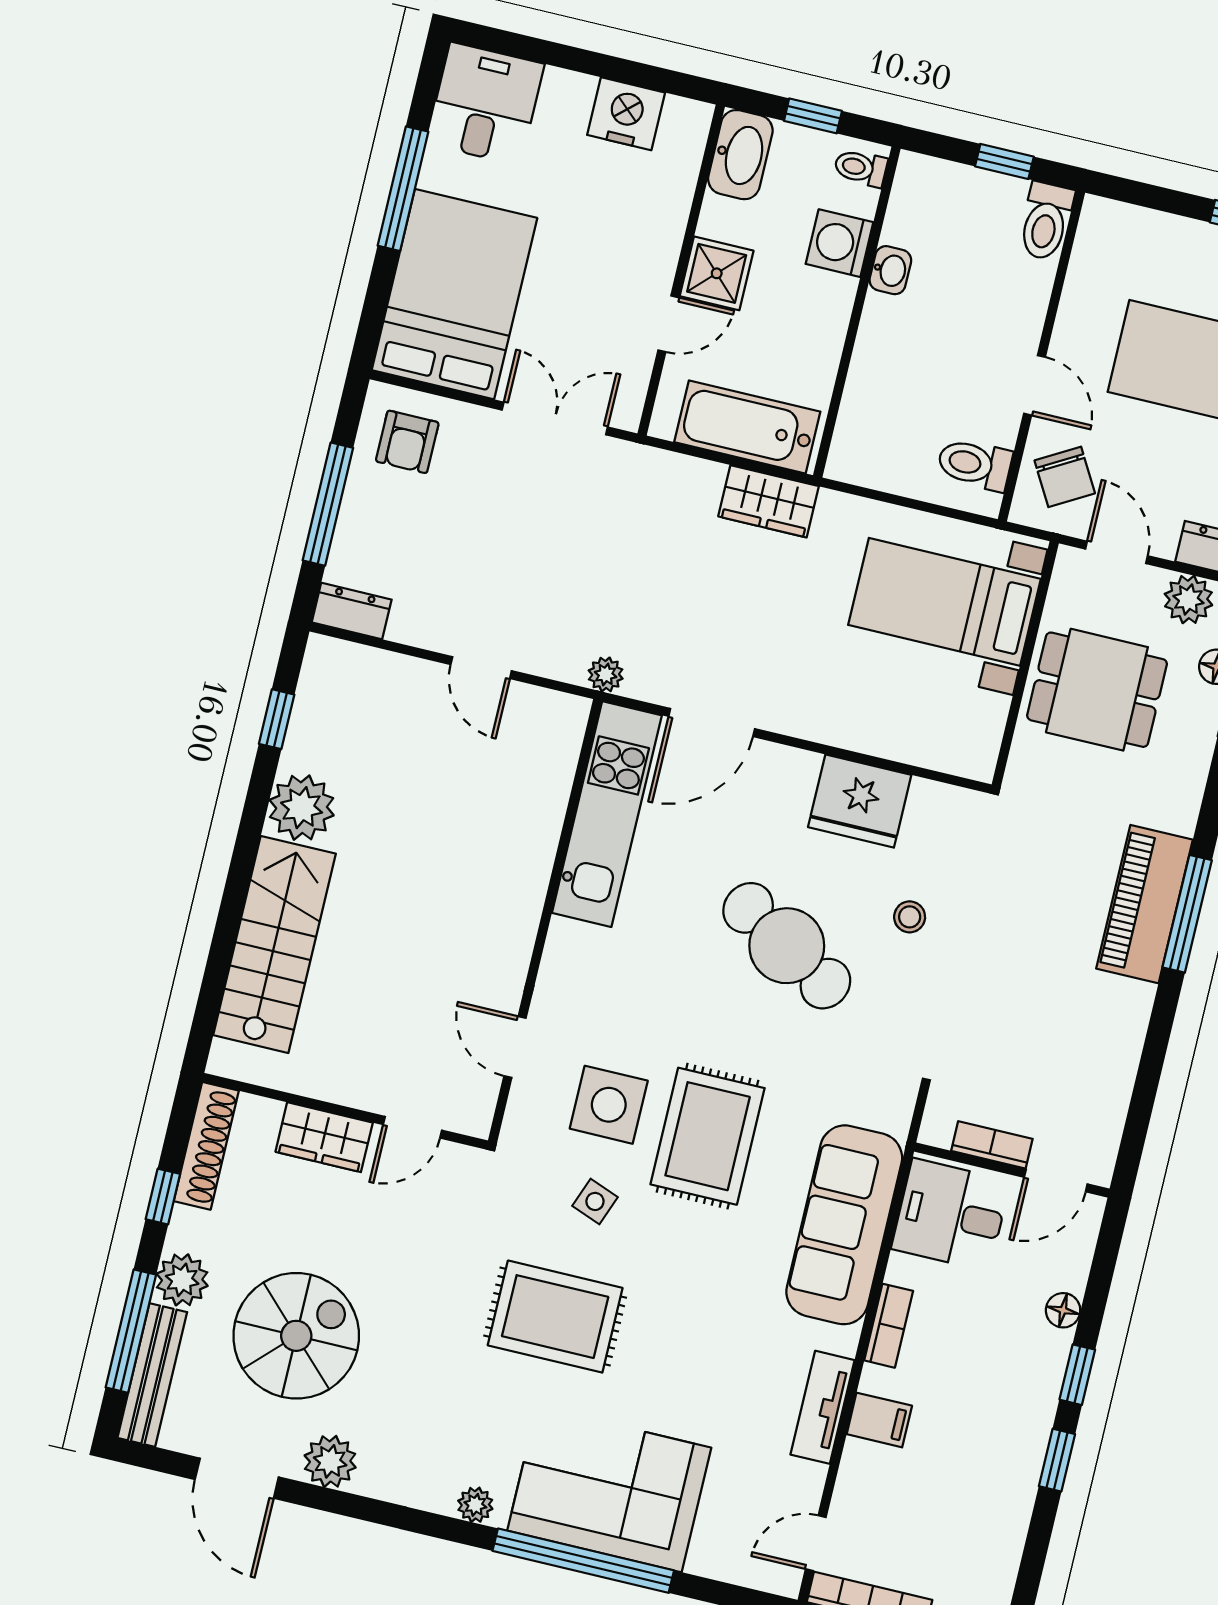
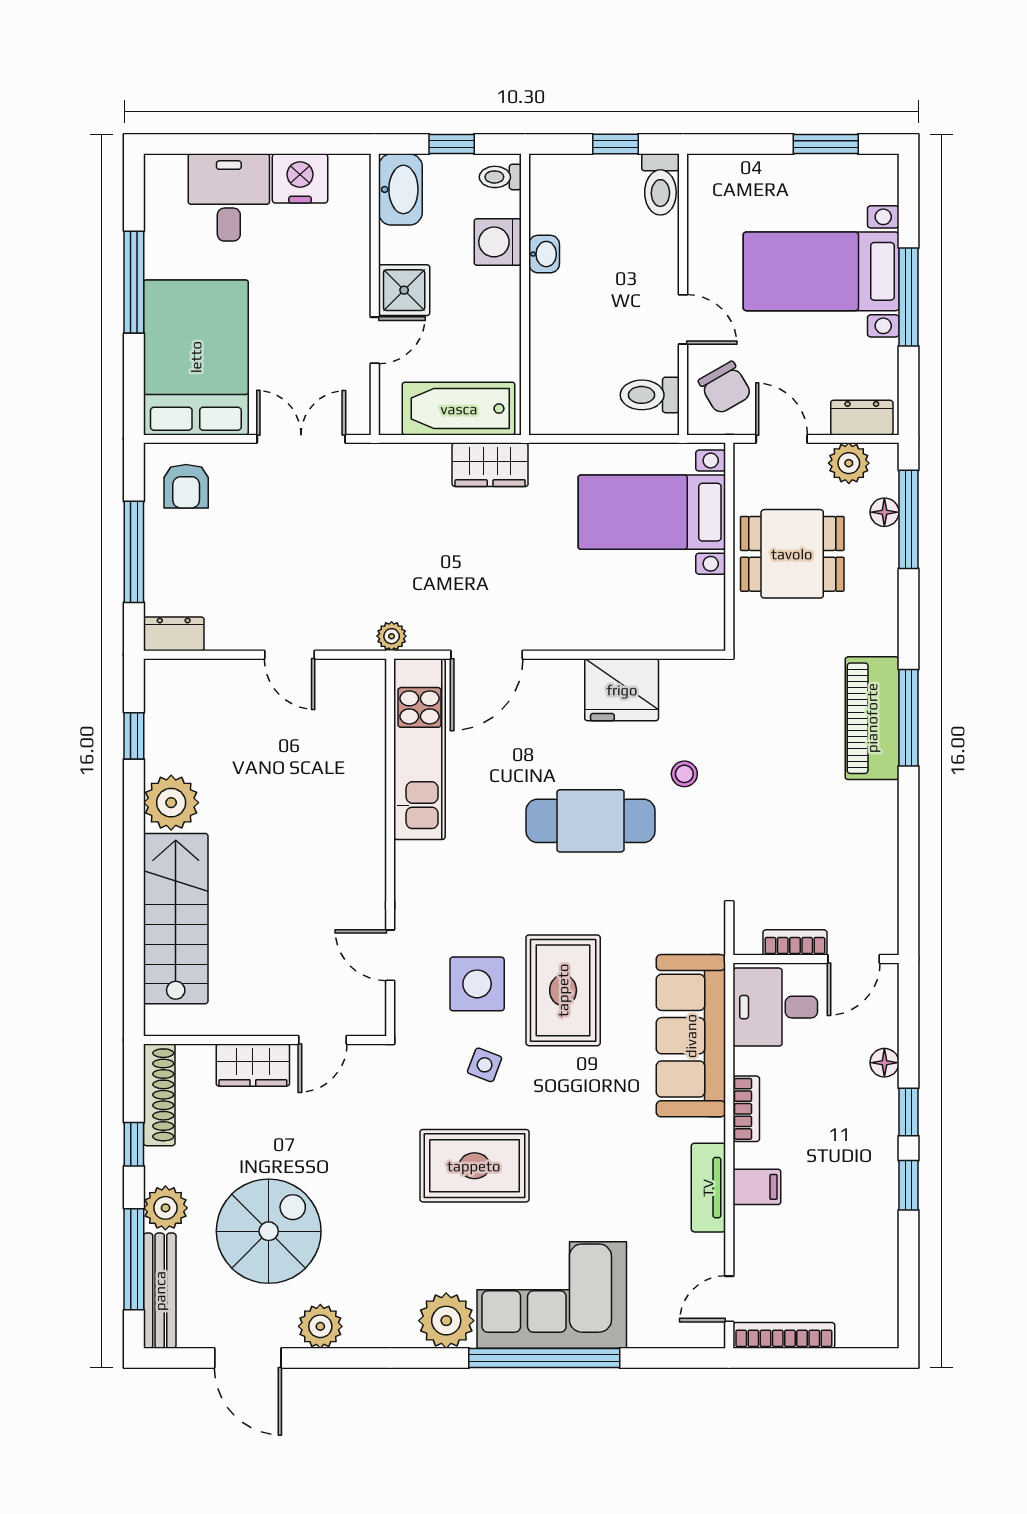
desk: (485, 104) -> (229, 197), moved
cafe table: (787, 946) -> (590, 821), turned -31
plant: (475, 1505) -> (446, 1321), width x1.87, depth x1.87

